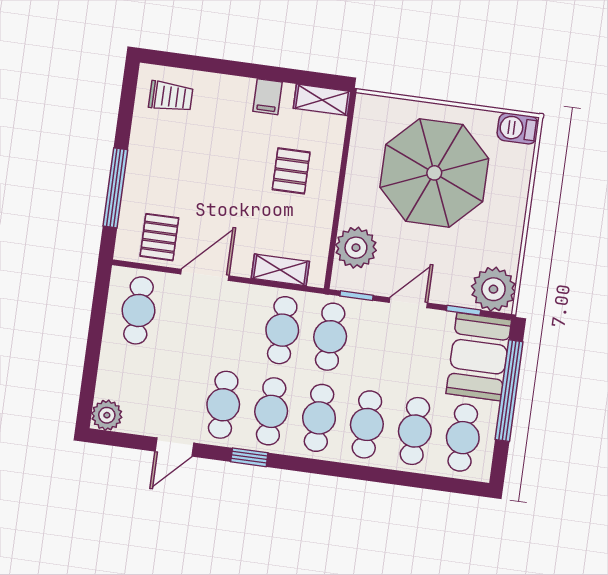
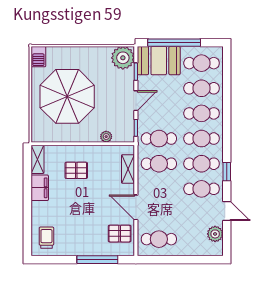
filing cabinet: (267, 97) -> (40, 188), width x2.00
plant: (356, 248) -> (106, 137), width x0.53, depth x0.53
door: (408, 303) -> (136, 101), swing flipped
plant: (107, 415) -> (215, 234), moved

